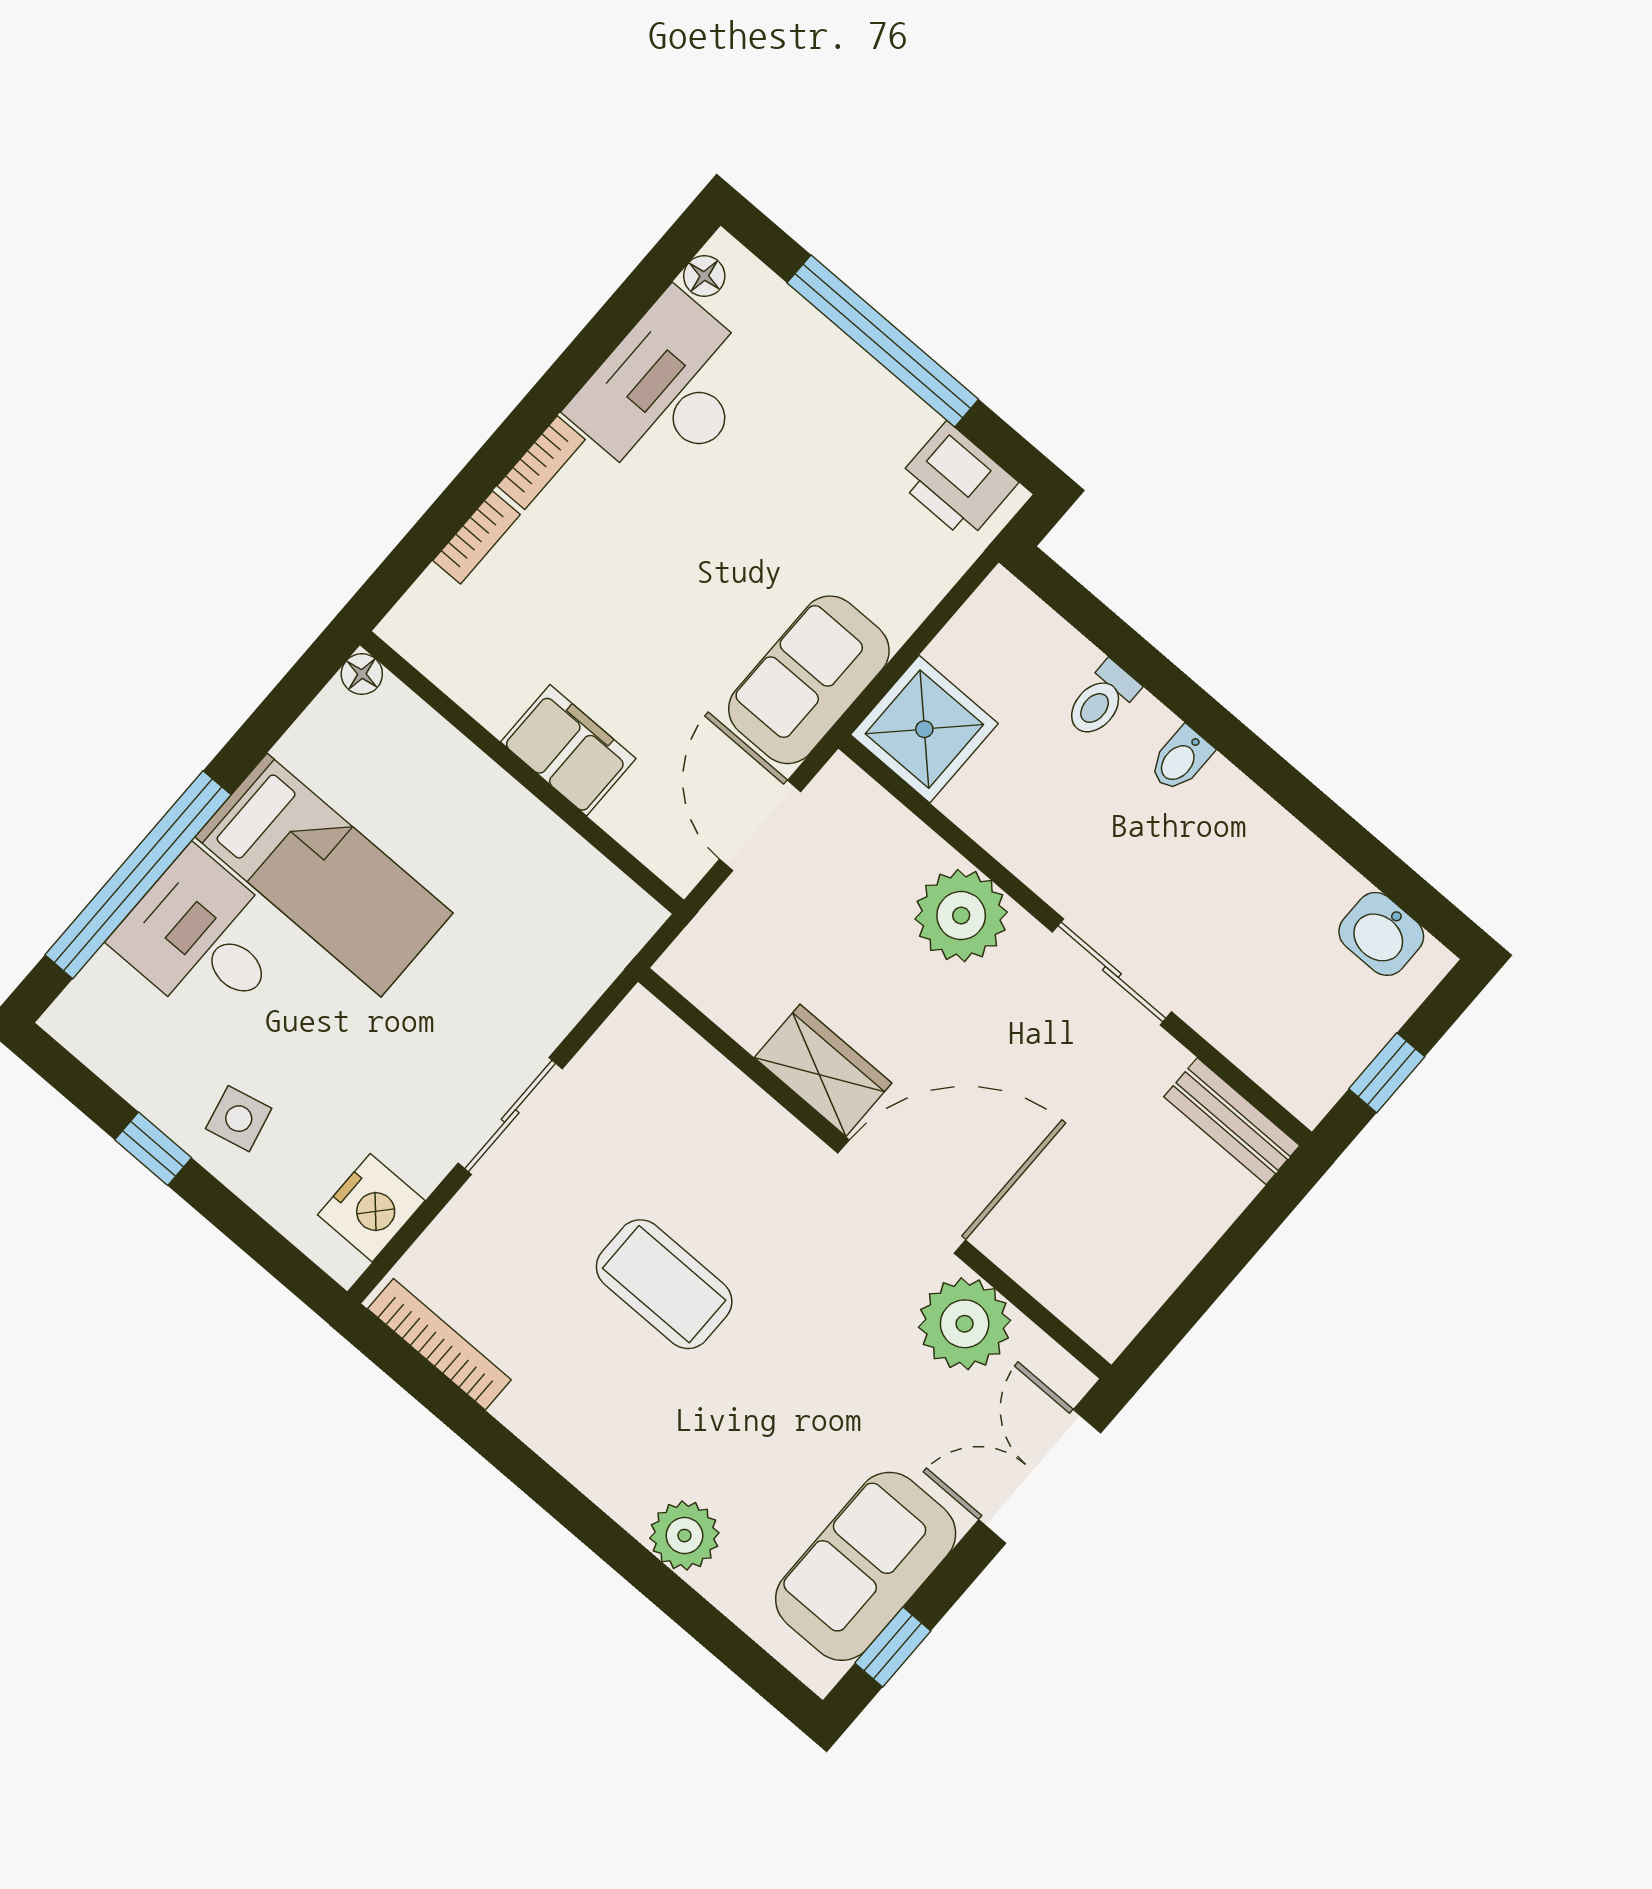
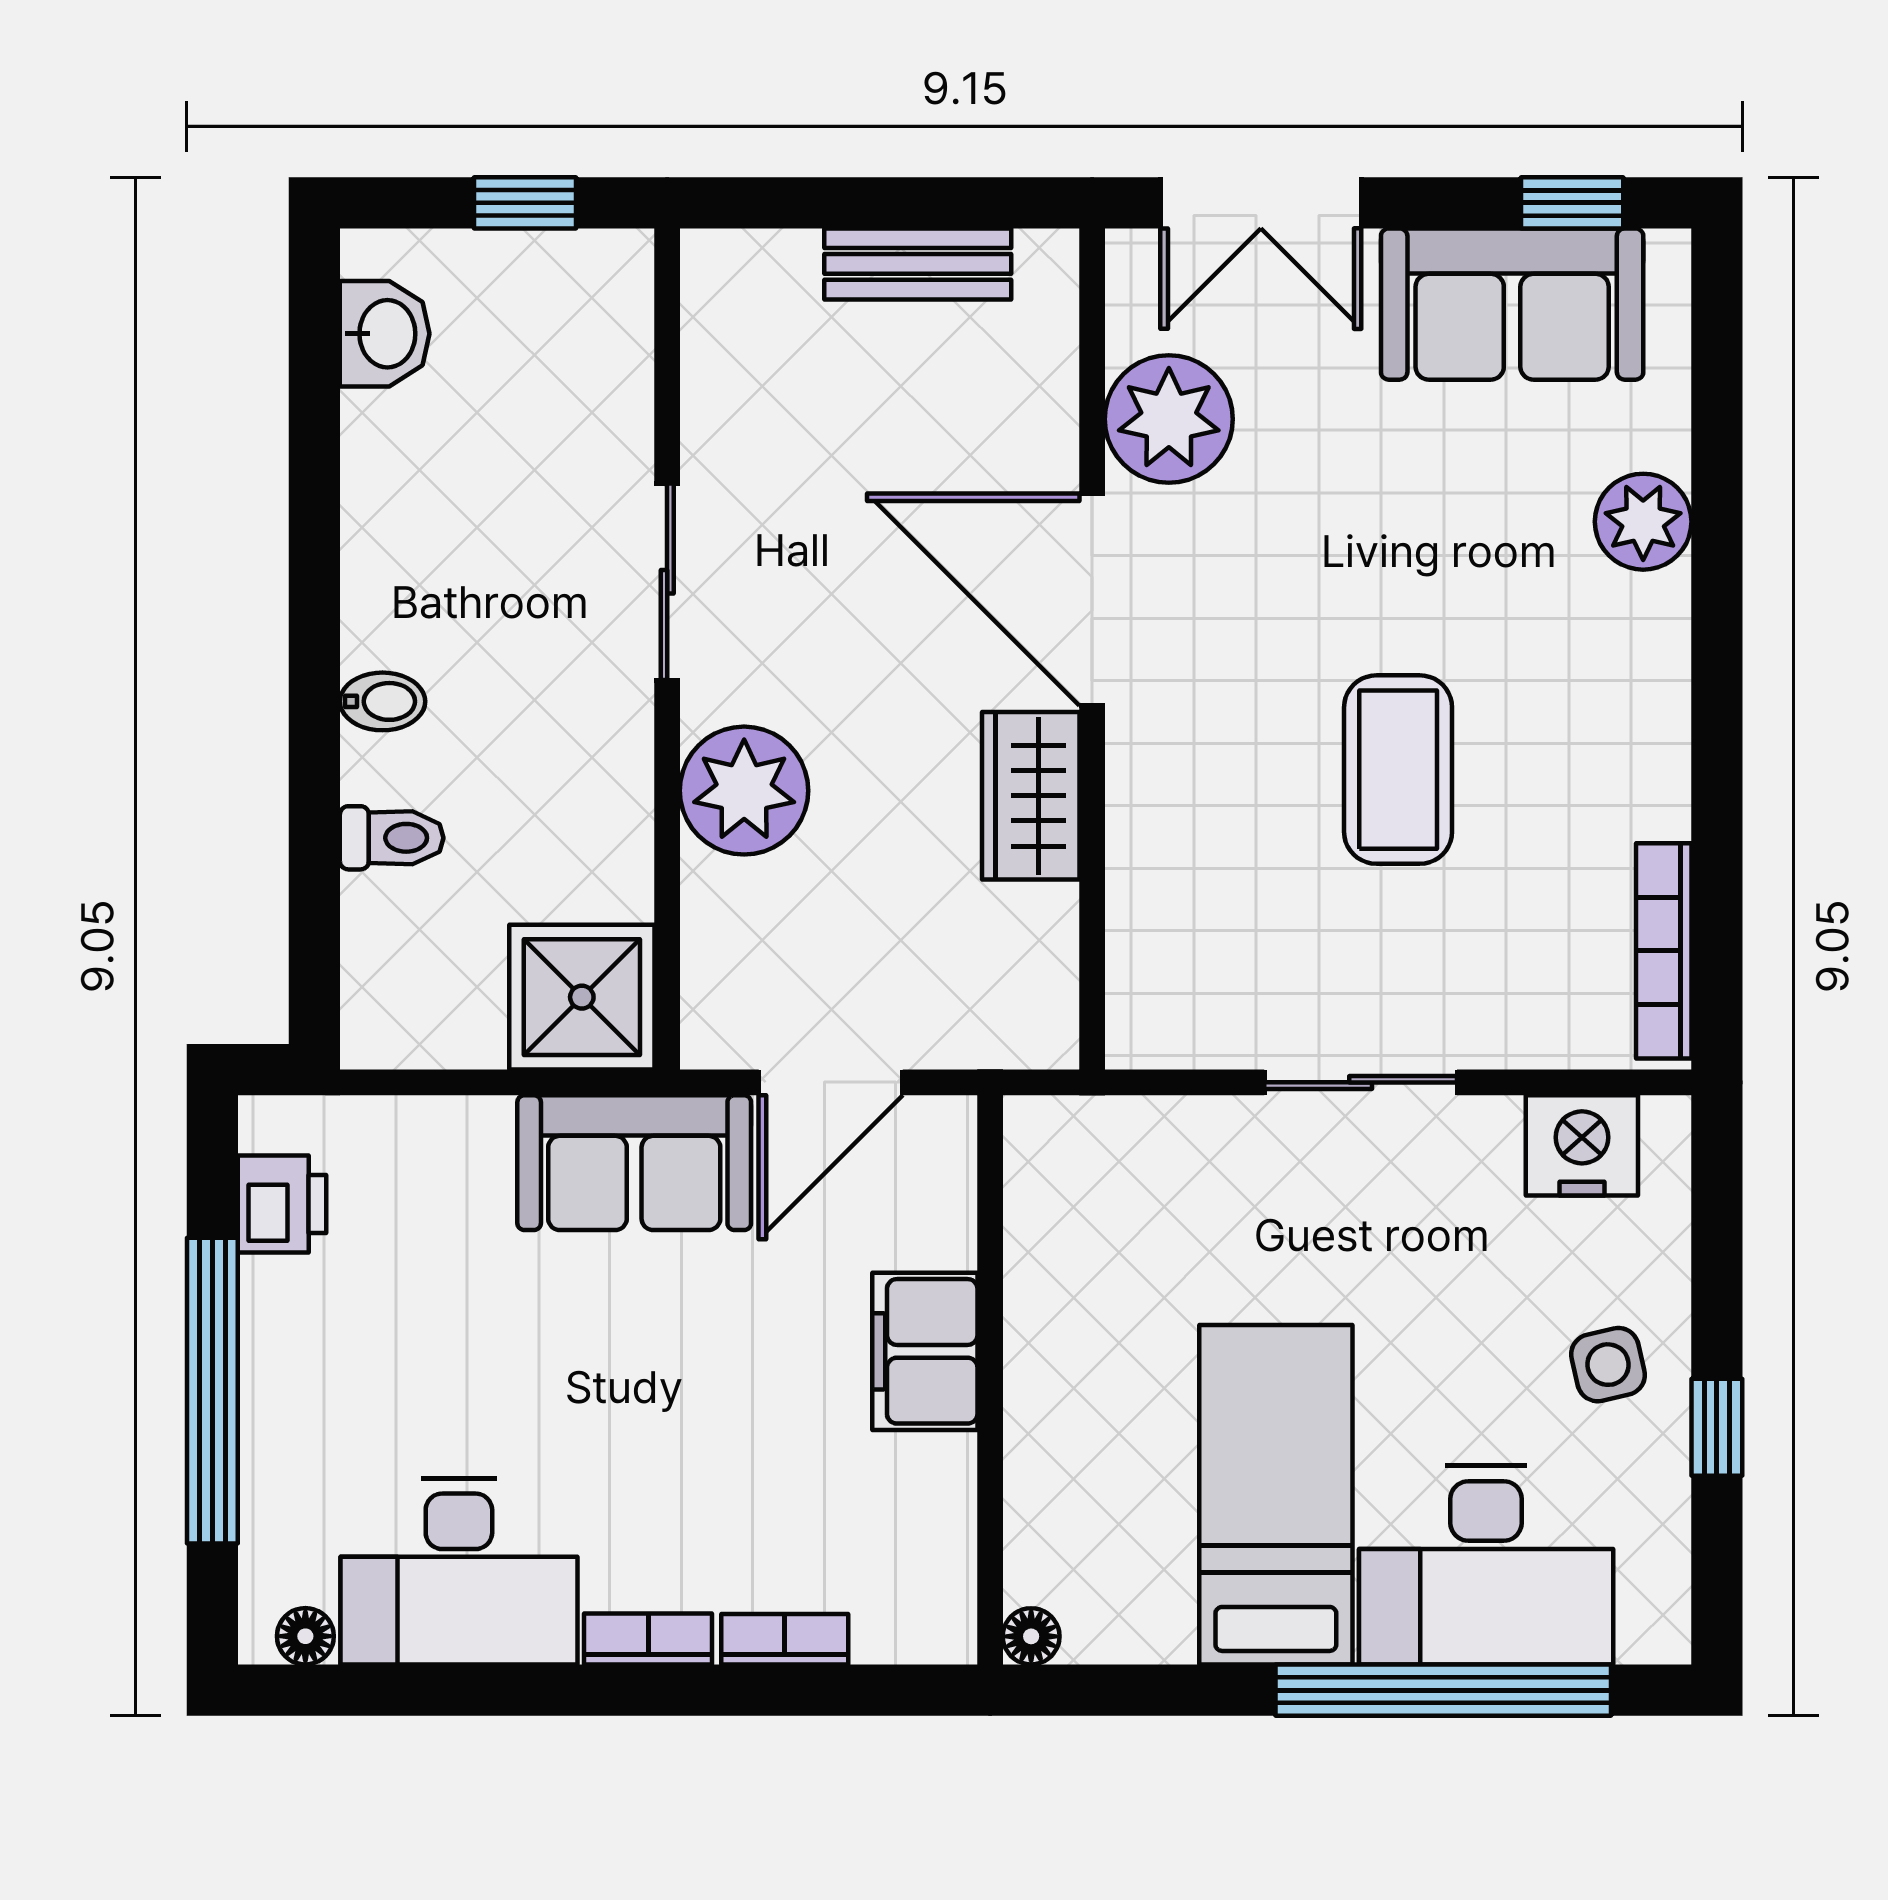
printer: (957, 481) -> (282, 1204), width x0.73, depth x0.81
desk: (203, 938) -> (1486, 1565), width x1.37
bench: (1232, 1121) -> (918, 264), moved, turned 90

